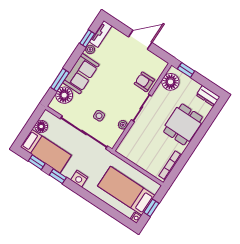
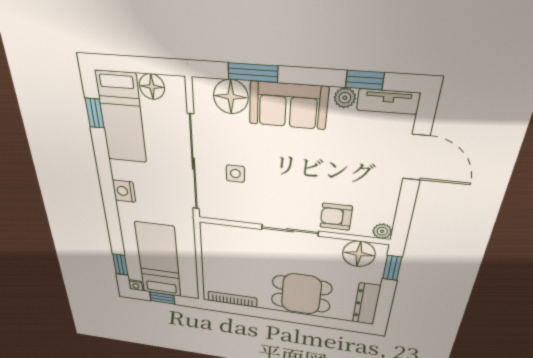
door: (140, 40) -> (416, 158), moved
armchair: (144, 82) -> (336, 217), turned -90
dresser: (208, 96) -> (366, 304), width x1.44
plant: (123, 125) -> (382, 231), moved
window: (58, 176) -> (120, 265), moved

